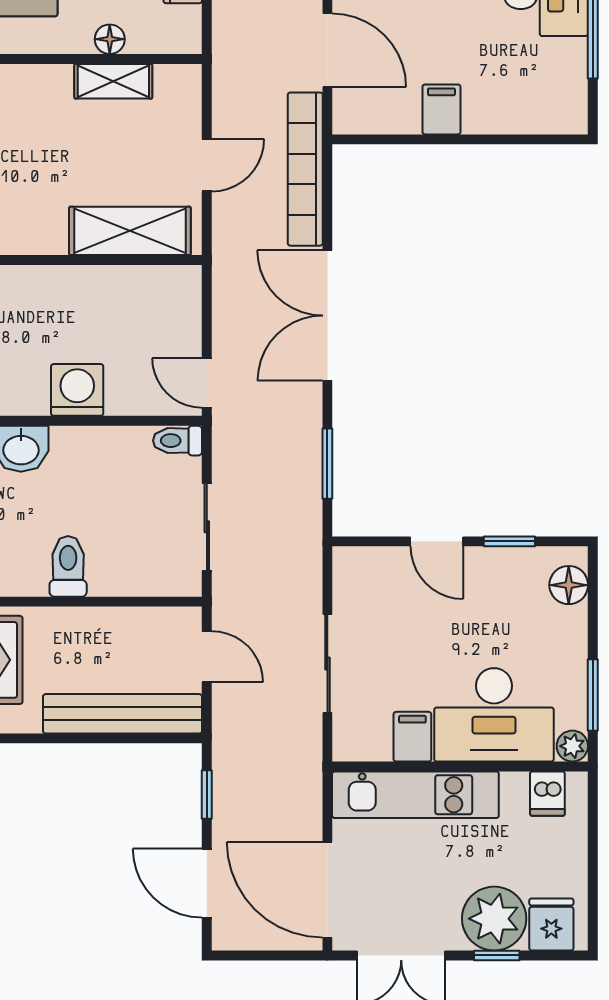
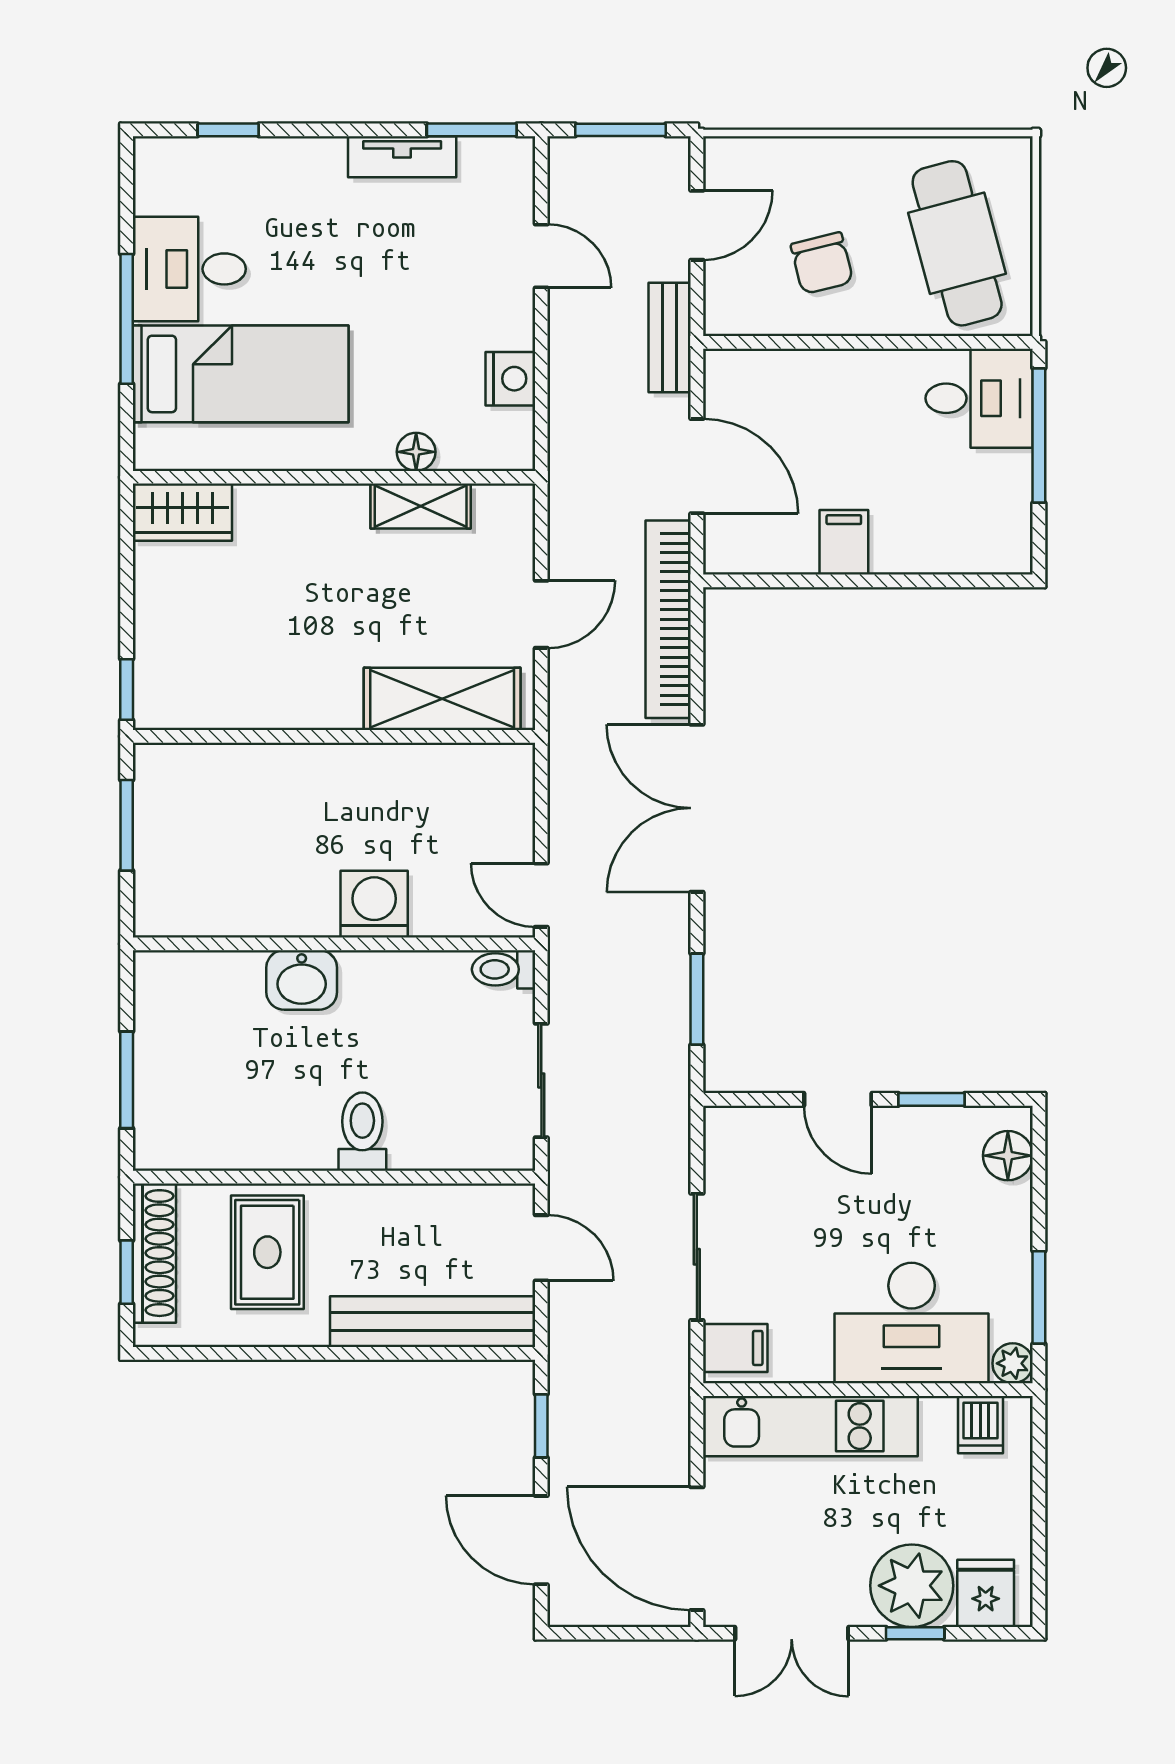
filing cabinet: (412, 737) -> (735, 1348), moved, turned 90

